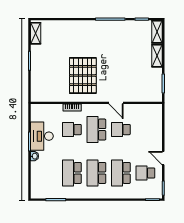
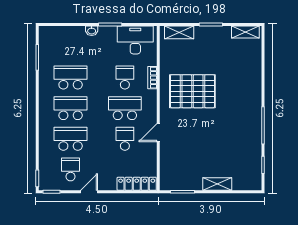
shelving: (157, 32) -> (179, 32), moved
locker: (157, 120) -> (137, 184), added
desk: (42, 136) -> (135, 40), moved

